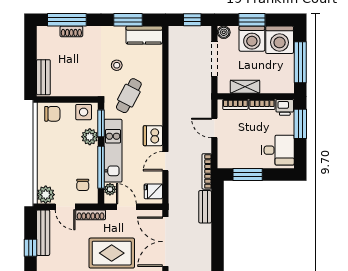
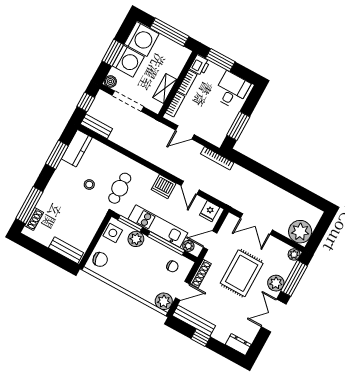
shoe rack: (71, 31) -> (34, 219), moved
cafe table: (129, 96) -> (120, 188), turned 62
chair: (52, 114) -> (100, 259), turned 80
bench: (205, 207) -> (96, 126), moved
double door: (165, 242) -> (256, 224), width x0.73

